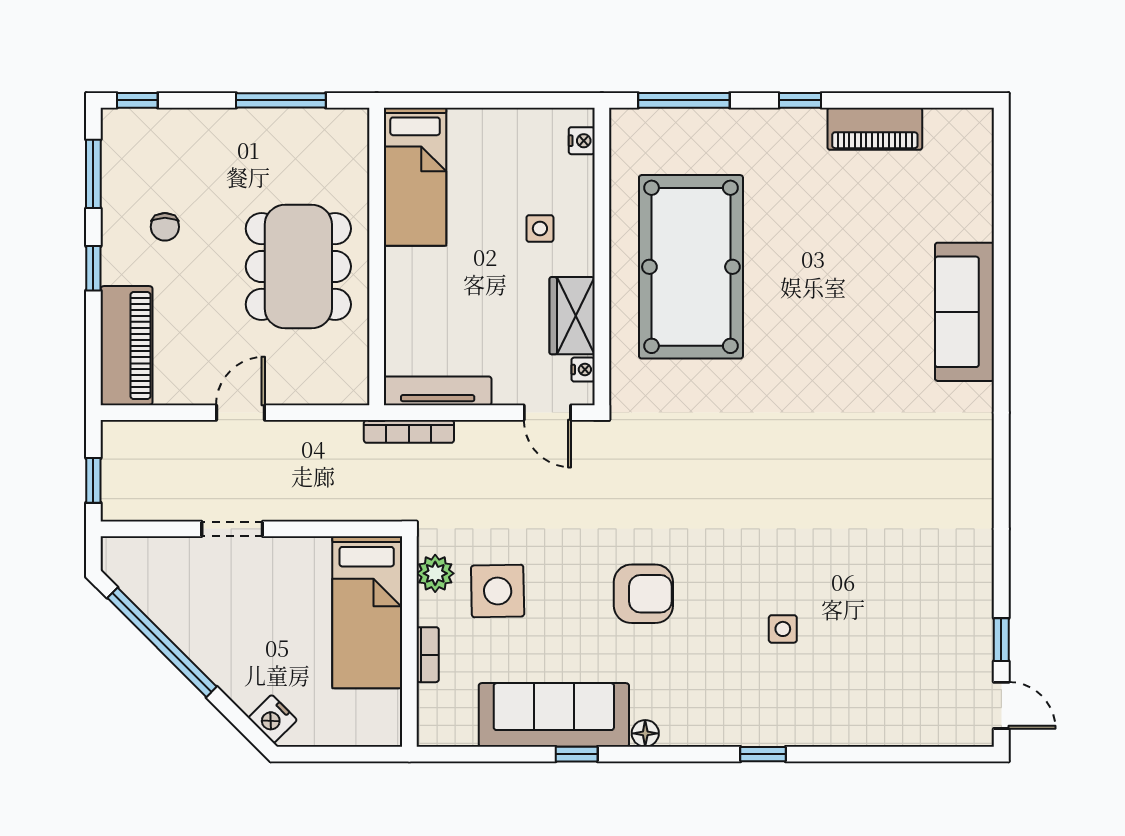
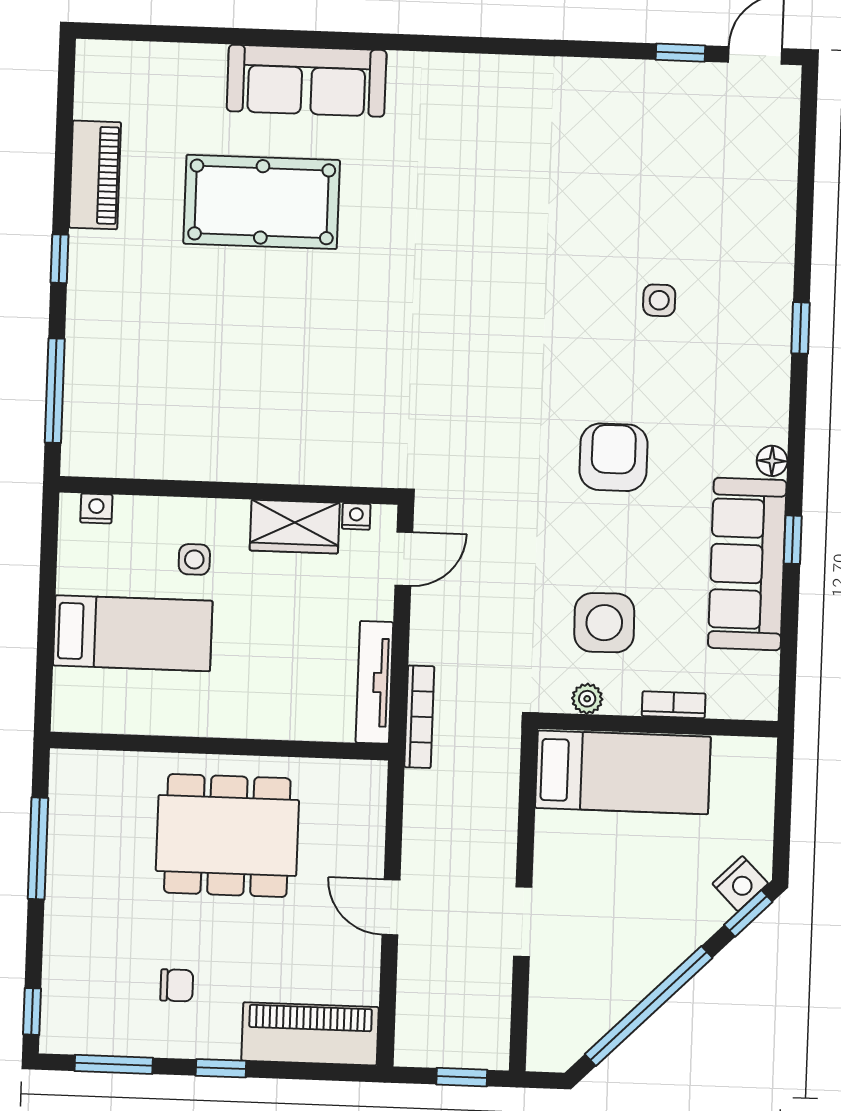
bed: (415, 177) -> (133, 633), moved
pool table: (691, 267) -> (262, 202), moved, width x0.73, depth x0.76
plant: (435, 573) -> (587, 699), width x0.73, depth x0.73
window: (247, 727) -> (748, 913), added

